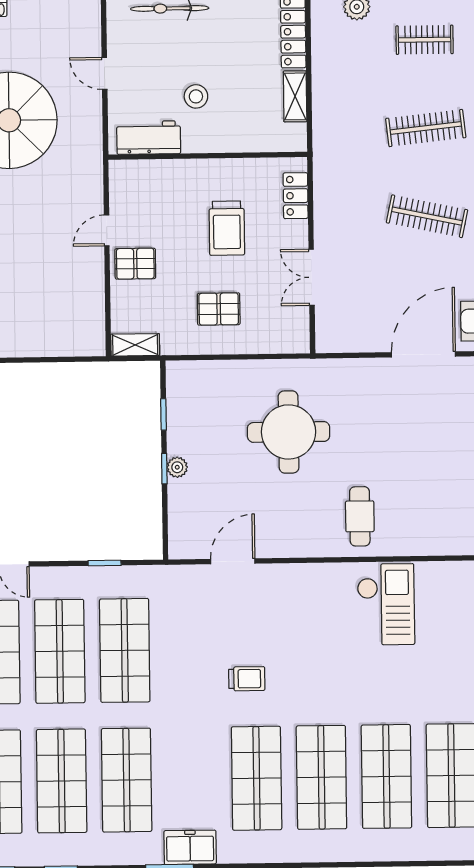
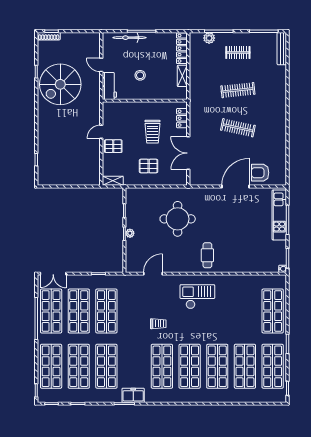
workbench: (149, 138) -> (109, 86), moved, turned 90
double door: (312, 277) -> (188, 153), width x1.37
checkout: (386, 604) -> (197, 297), moved, turned -90

